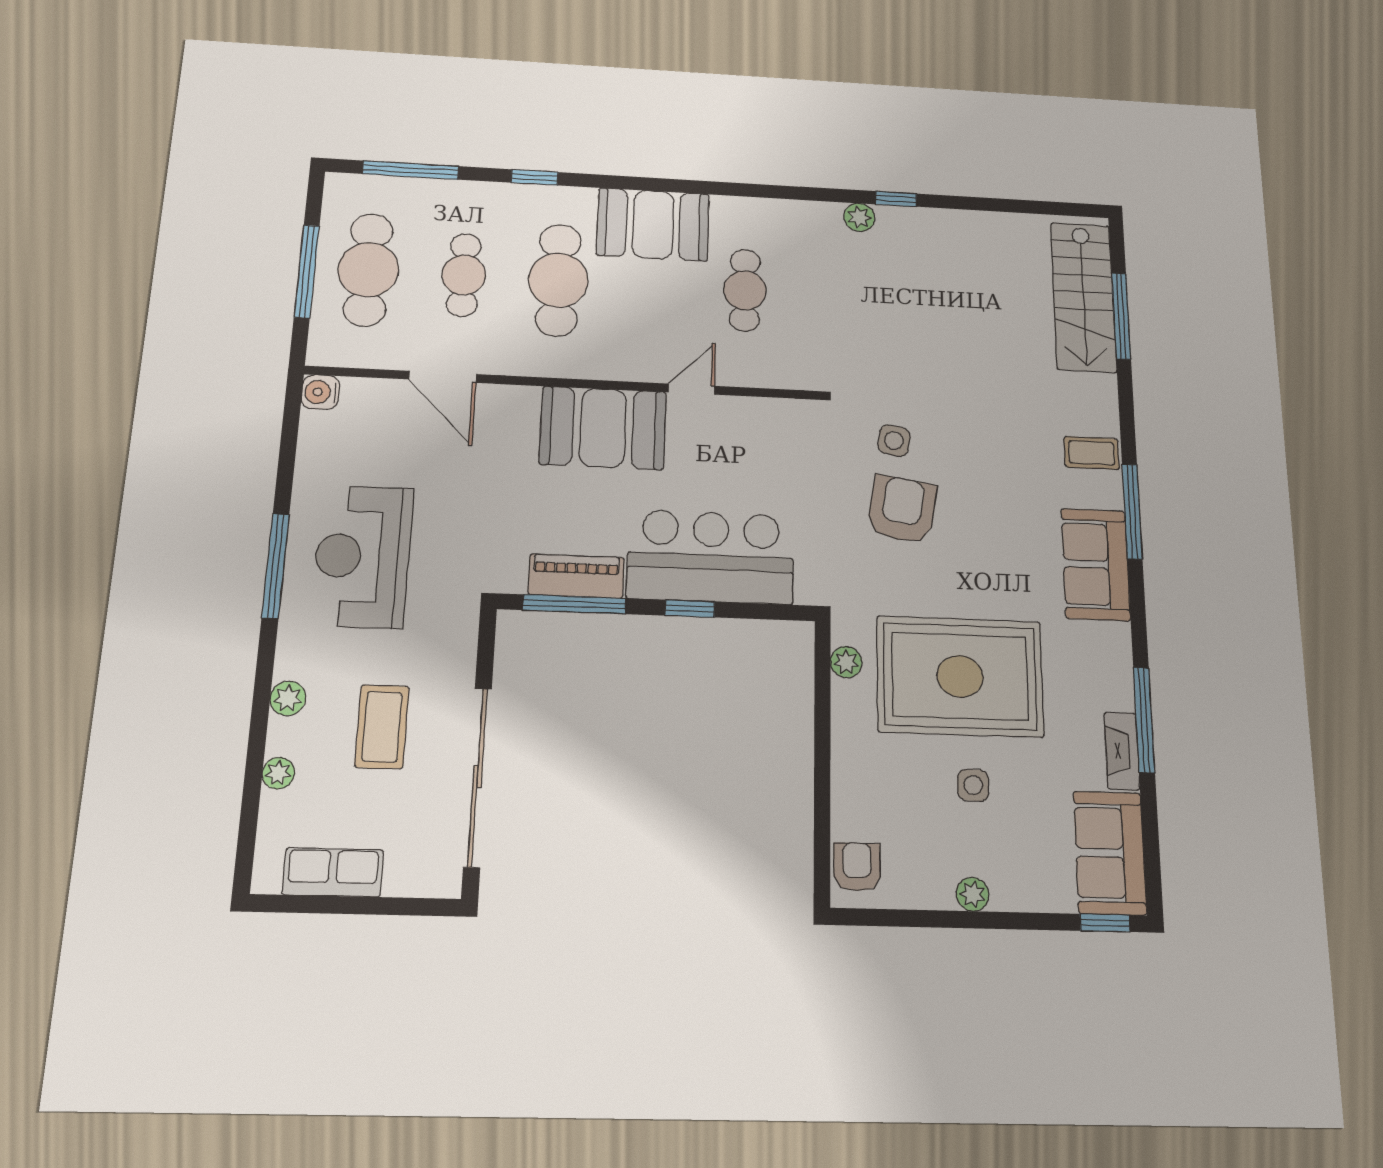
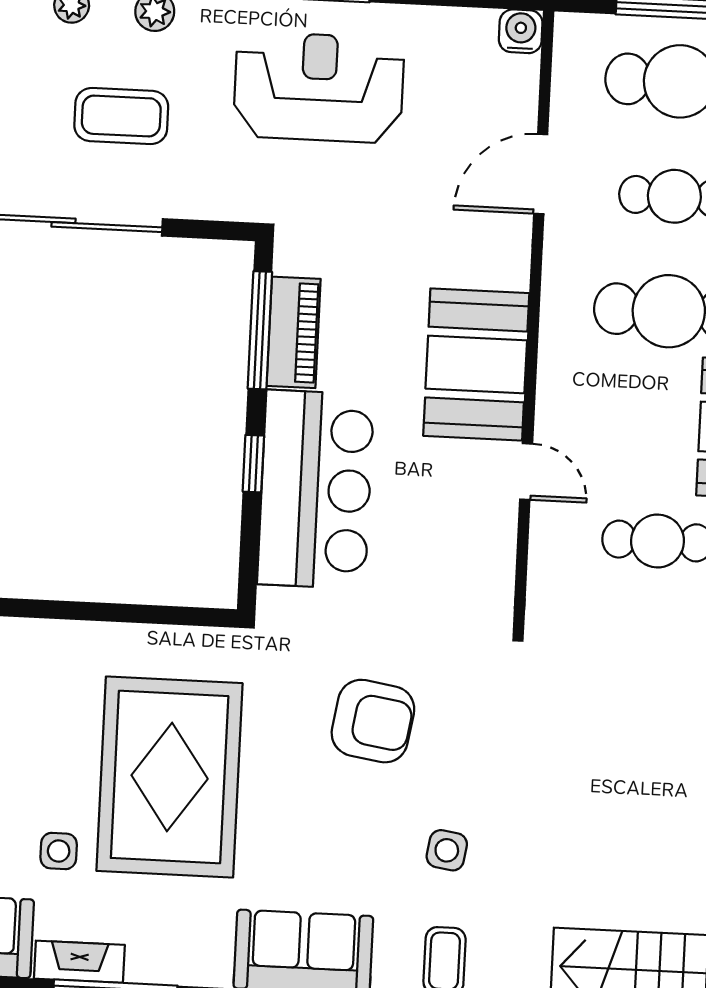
side table: (894, 441) -> (447, 850), moved
plant: (846, 662) -> (188, 644), removed
side table: (973, 785) -> (59, 851), moved

